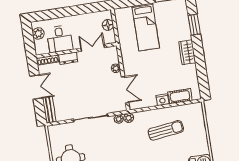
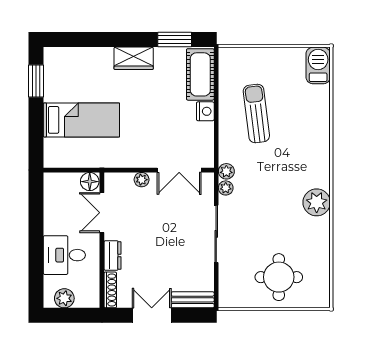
floor lamp: (108, 25) -> (90, 182), moved
window: (194, 25) -> (175, 40), moved
desk: (60, 39) -> (64, 255), moved, turned 180
double door: (125, 90) -> (179, 170), swing flipped
cot: (180, 96) -> (200, 74), width x1.37, depth x1.34

